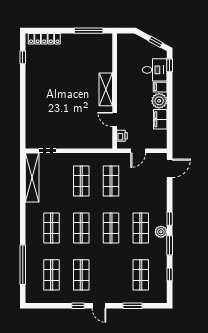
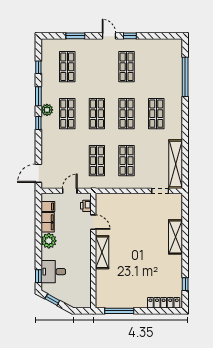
filing cabinet: (160, 87) -> (48, 207), moved
shelving: (32, 105) -> (175, 237), added
shop shelf: (52, 275) -> (156, 67), removed

